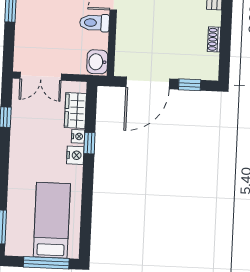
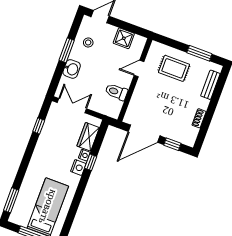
toilet: (95, 23) -> (116, 92), moved
washbasin: (97, 62) -> (72, 69), moved, turned 180
double door: (41, 76) -> (72, 106), swing flipped

